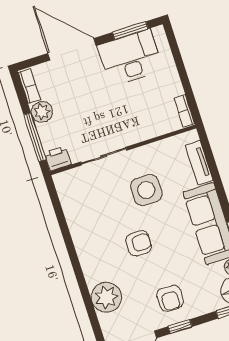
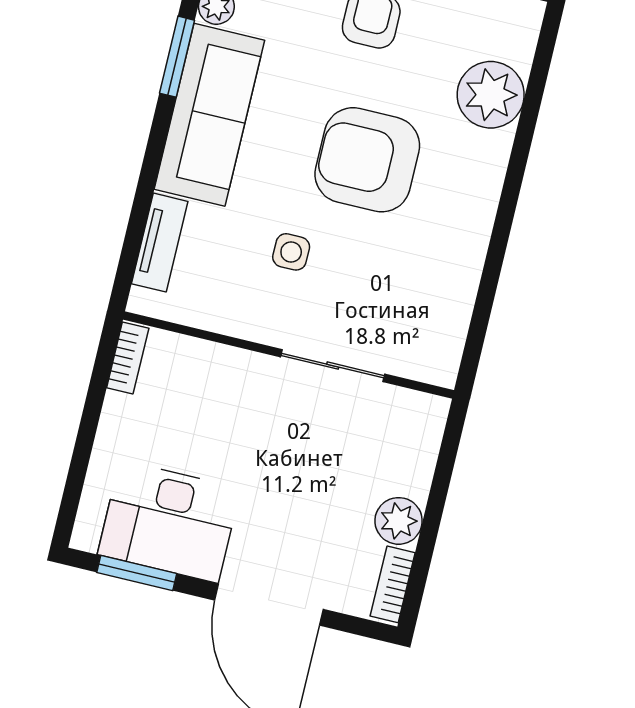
window: (35, 137) -> (441, 481), removed
printer: (58, 158) -> (422, 414), removed
side table: (146, 190) -> (291, 252), width x0.54, depth x0.54
armchair: (139, 243) -> (367, 160), width x1.88, depth x1.88

